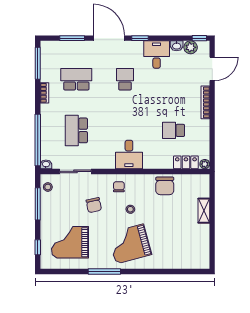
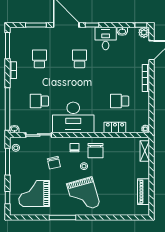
plant: (191, 47) -> (144, 32), moved
school desk: (76, 79) -> (39, 59), width x0.54
school desk: (76, 130) -> (39, 101), width x0.54
desk: (129, 155) -> (73, 117), width x1.87, depth x1.30
locker: (186, 162) -> (115, 127), moved
chair: (165, 186) -> (95, 151), moved
shelving: (204, 211) -> (145, 151), moved
piano: (203, 240) -> (144, 192), added
grand piano: (130, 244) -> (83, 195), turned -91

